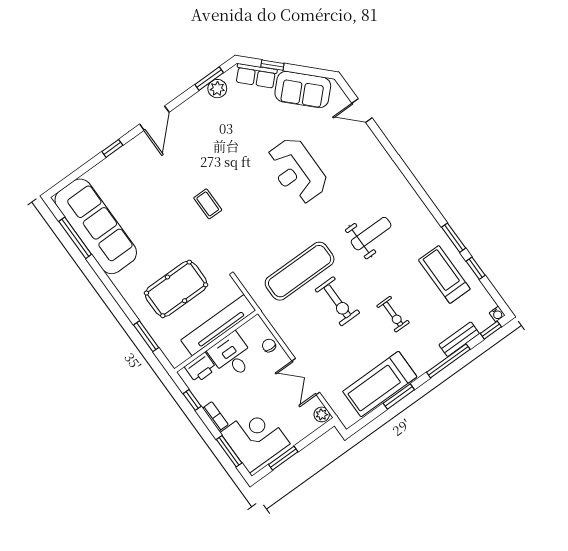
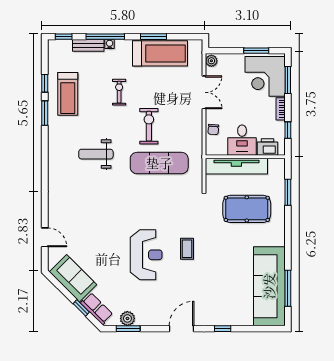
reception desk: (297, 171) -> (146, 255), moved
water cooler: (497, 314) -> (110, 44), moved

